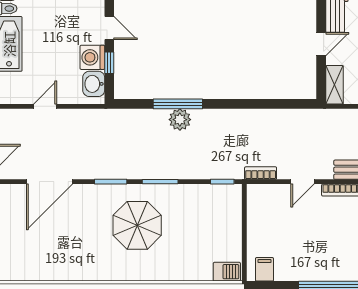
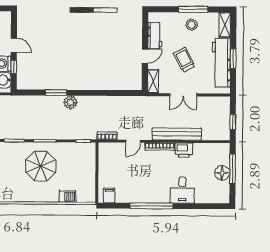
window: (178, 104) -> (56, 93), width x0.69
plant: (180, 120) -> (70, 102), moved
parasol: (137, 225) -> (41, 166), moved
barbecue: (227, 272) -> (67, 197), moved

